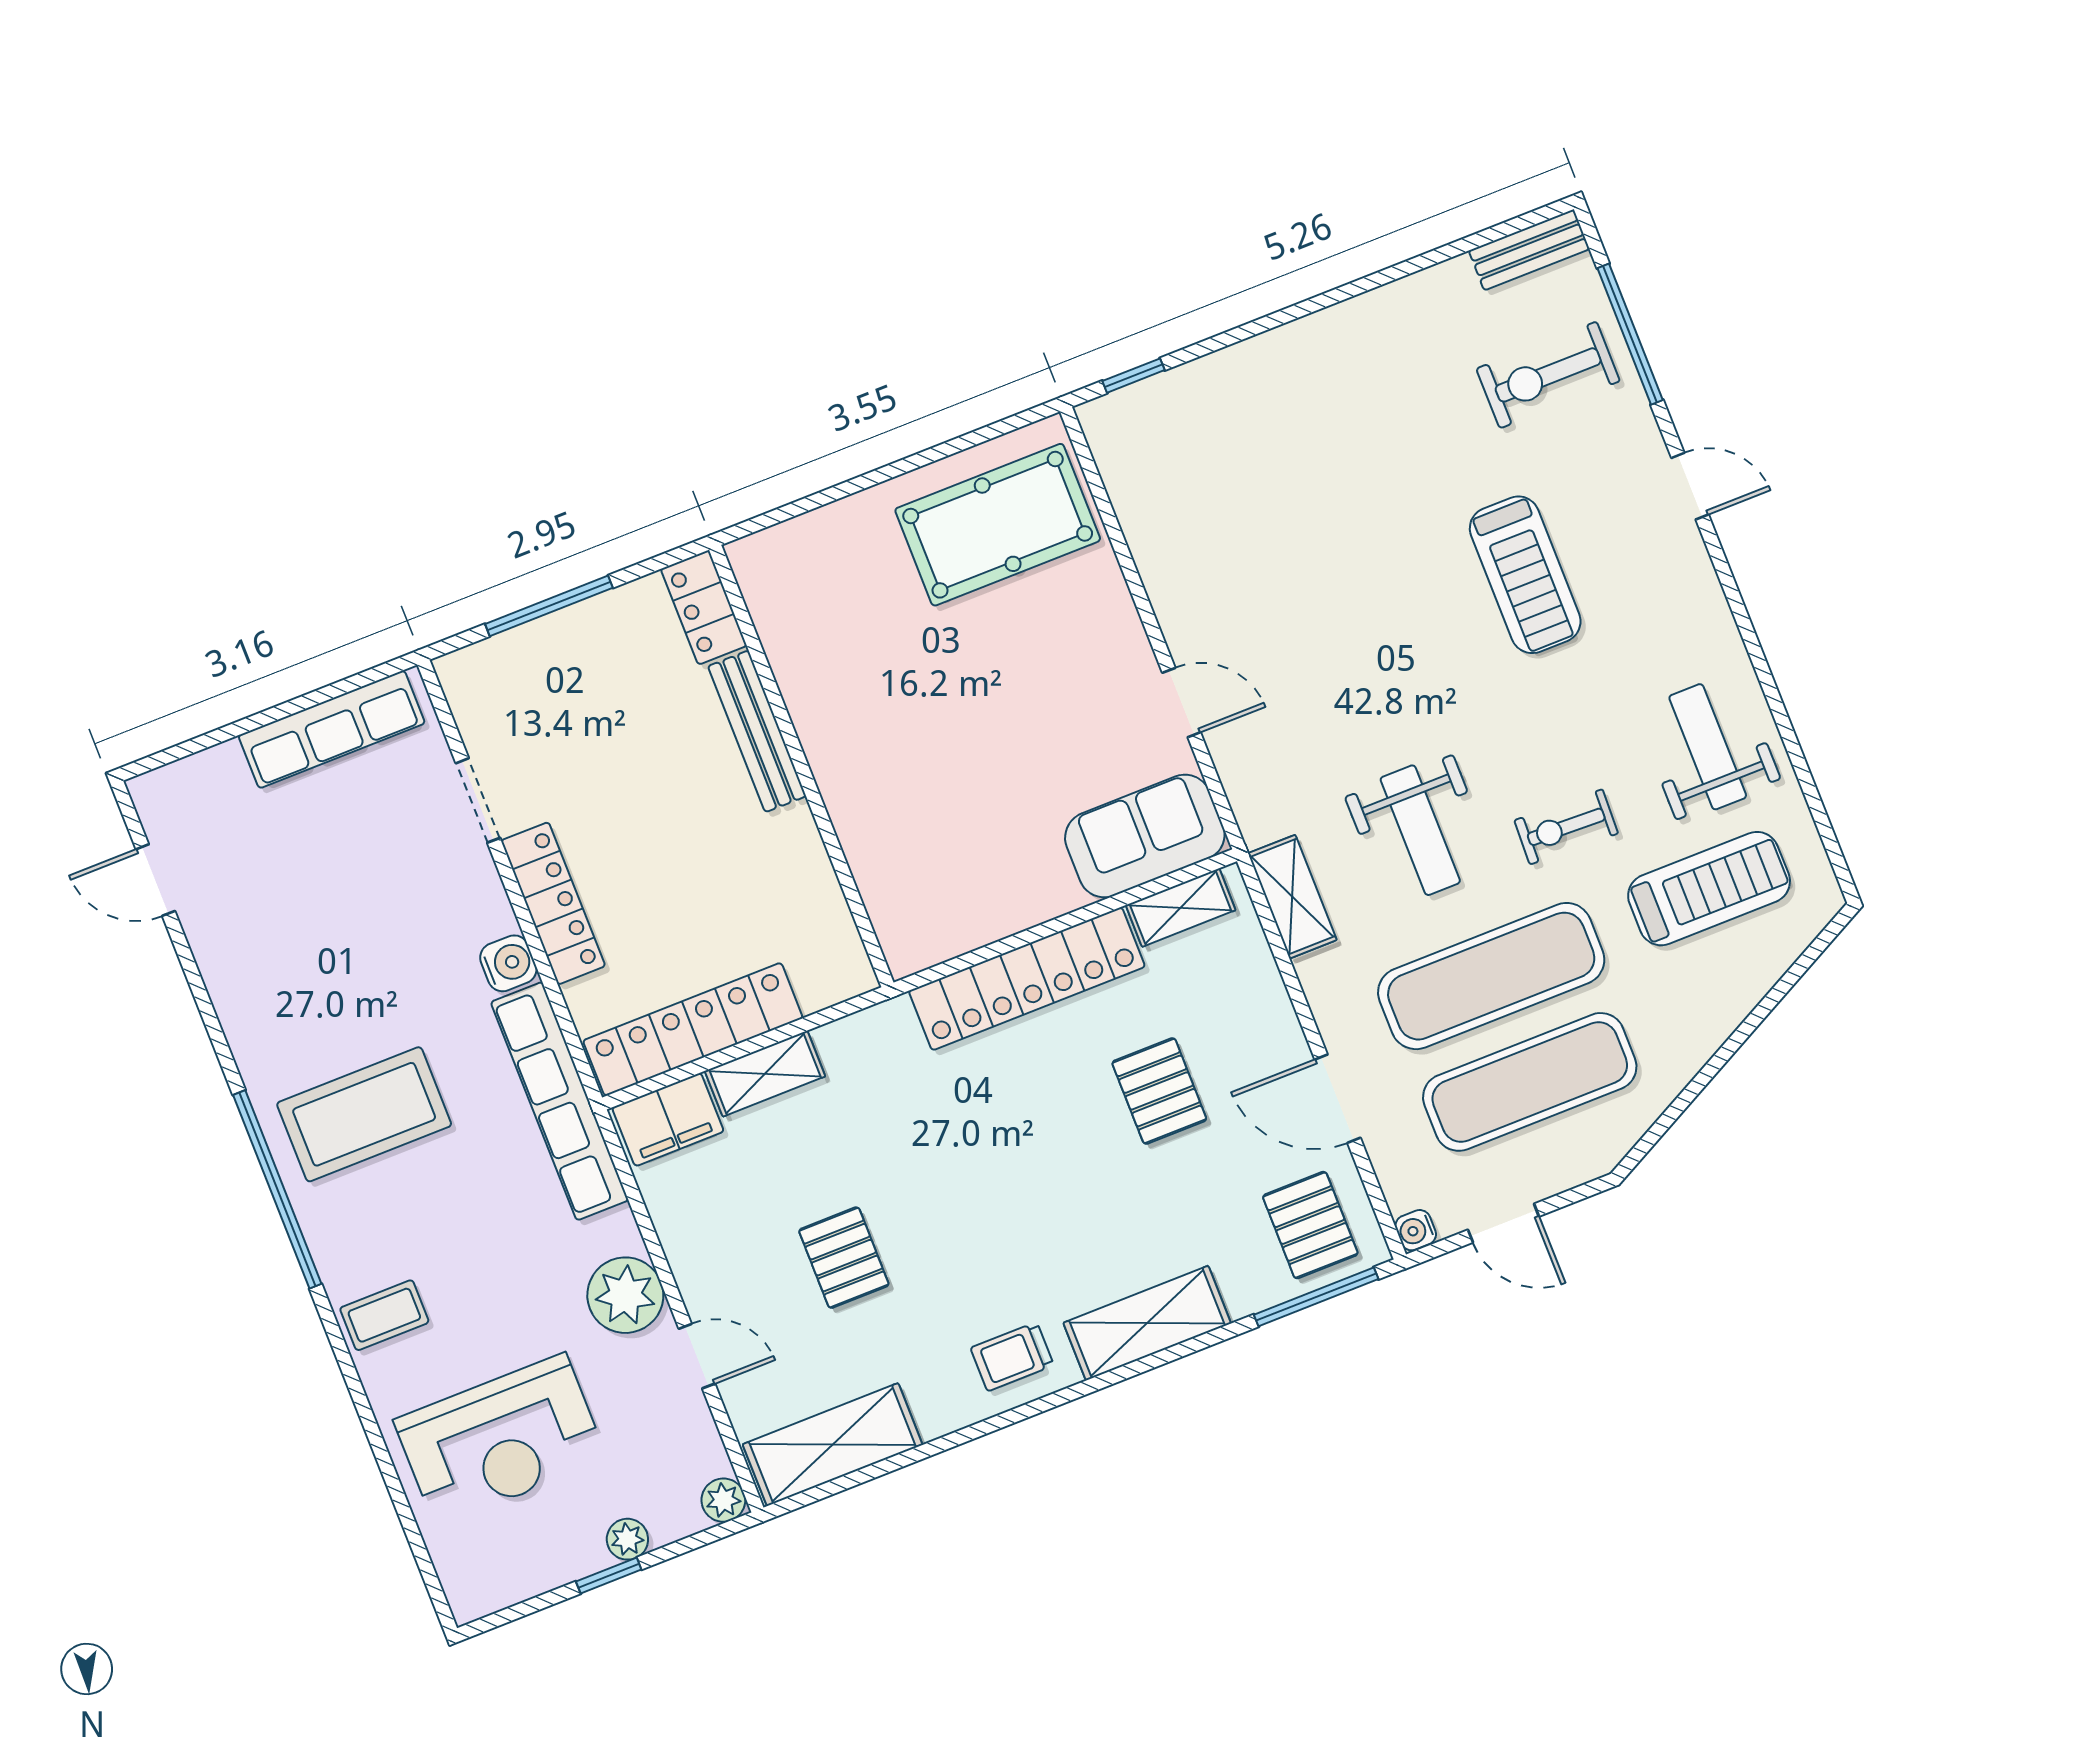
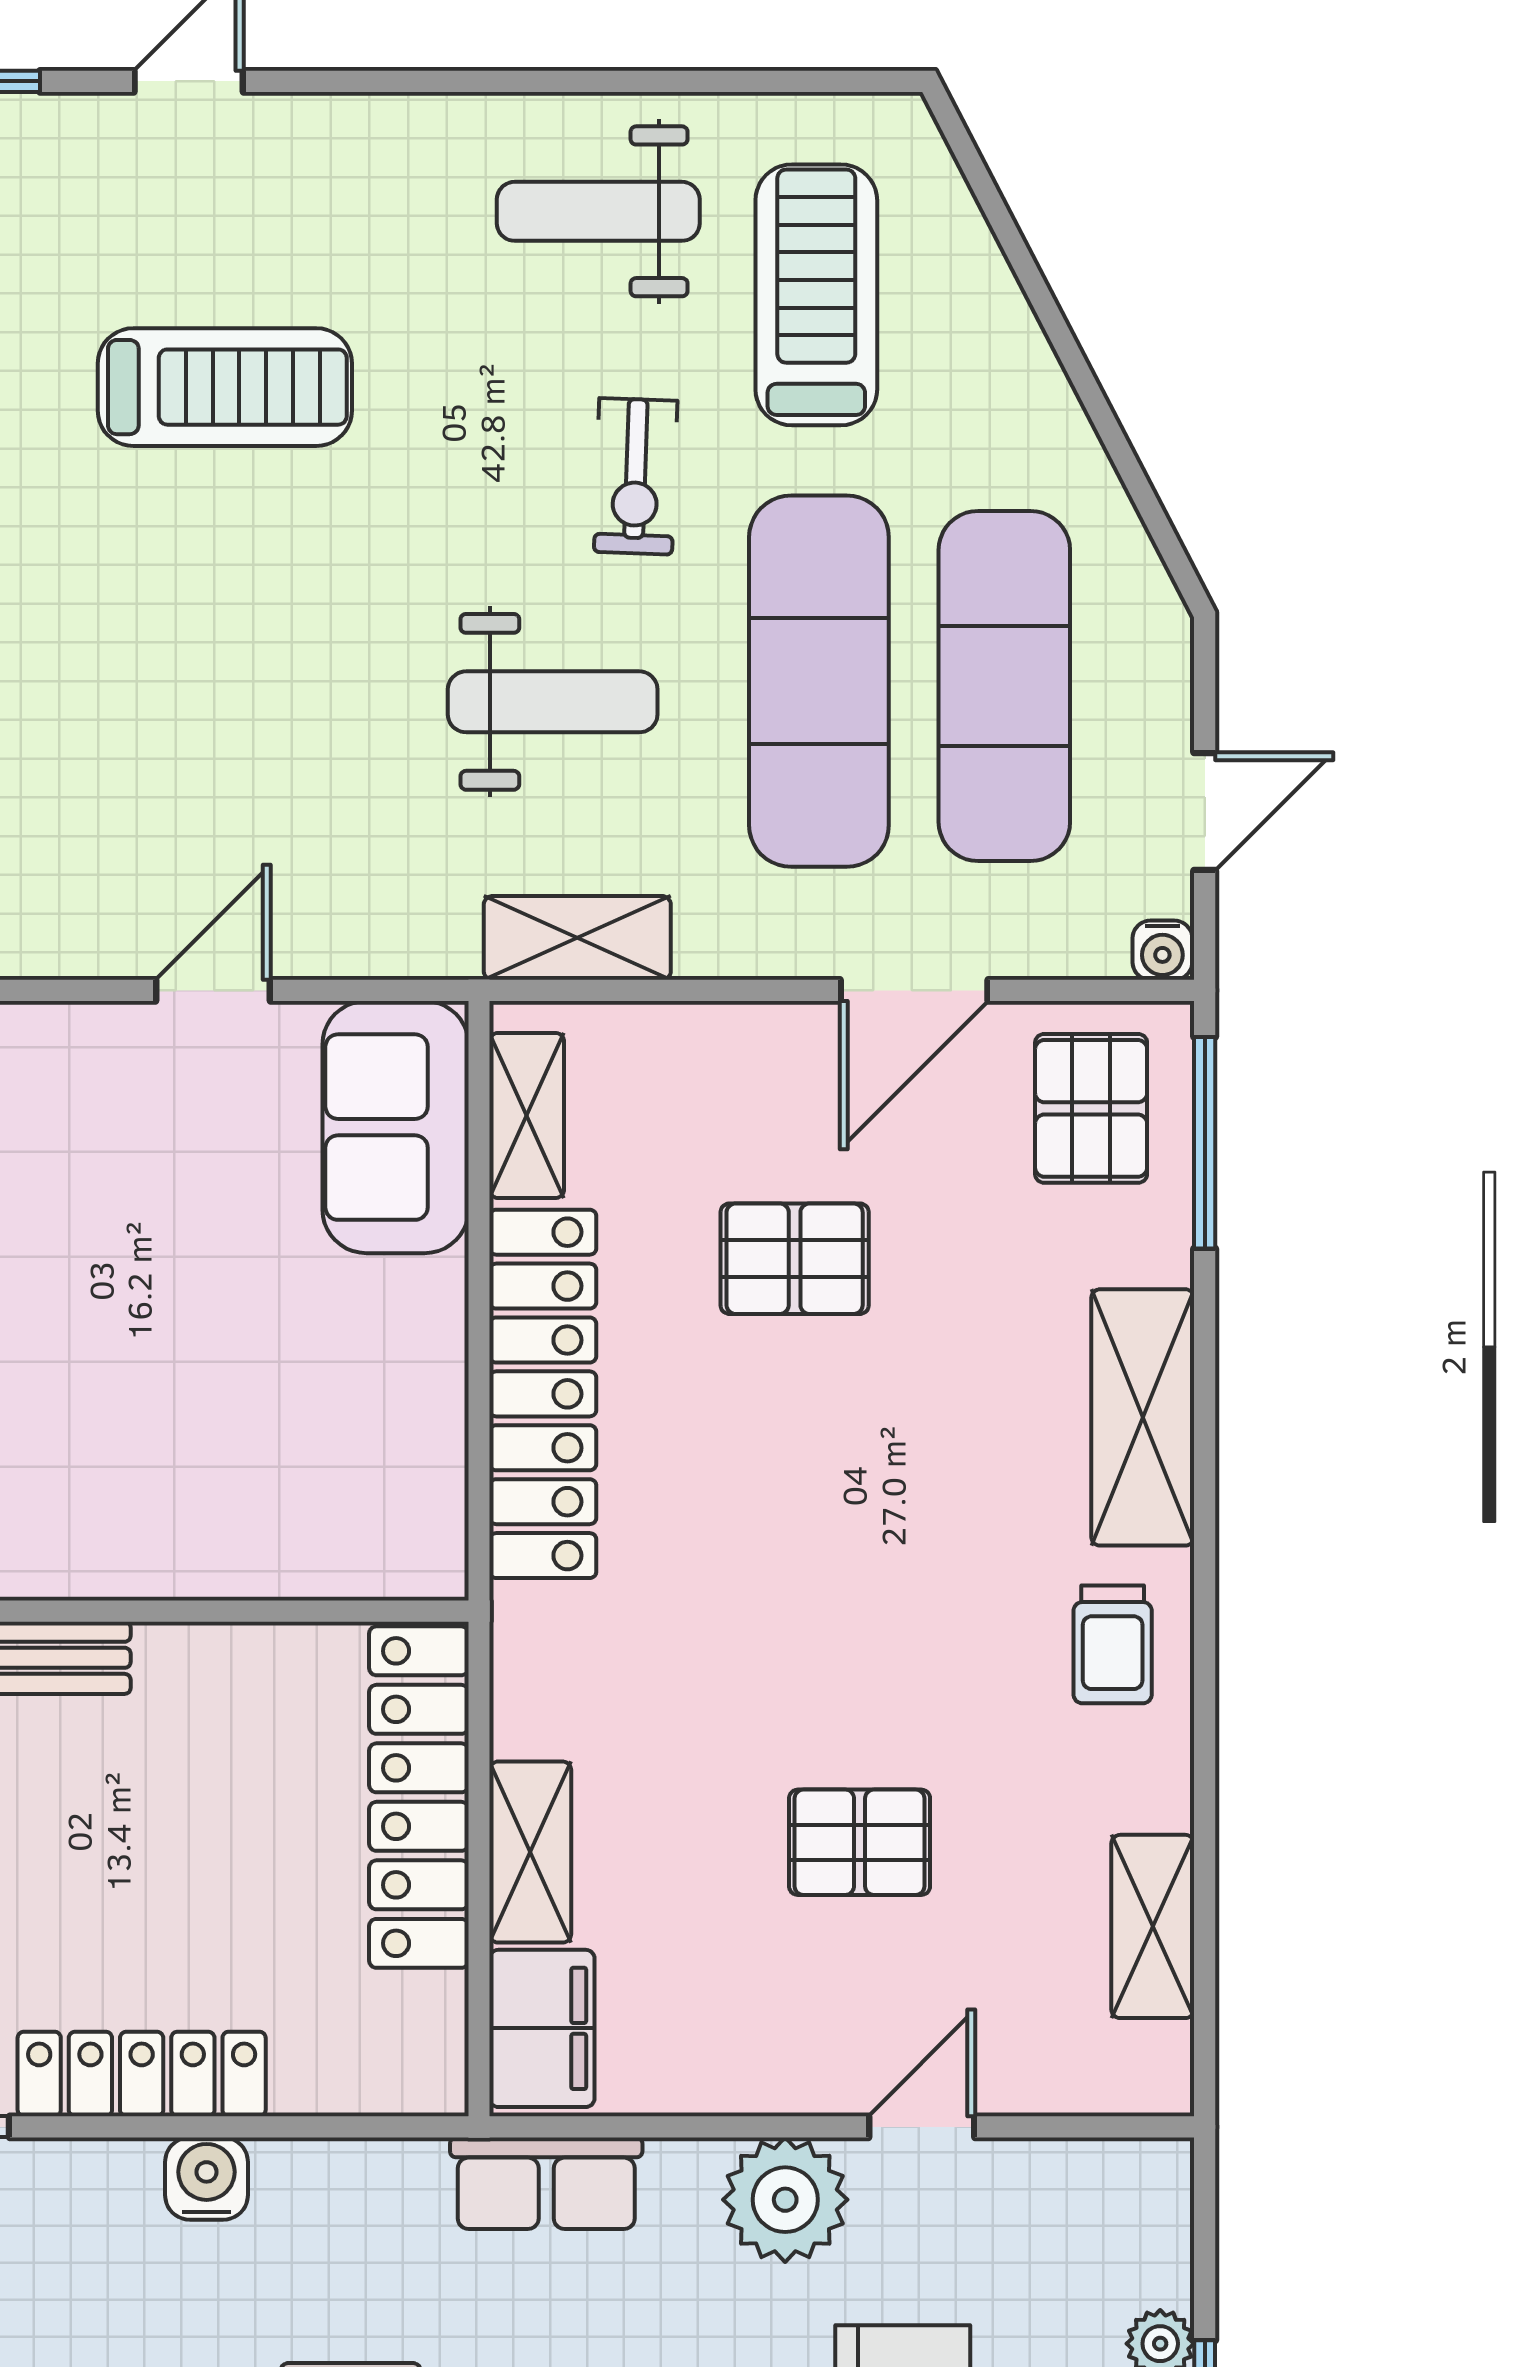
locker: (693, 1029) -> (419, 1797), moved
row of seats: (560, 1101) -> (546, 2183), width x0.50
pallet: (1310, 1225) -> (1091, 1108), turned 90
shelving: (833, 1445) -> (1153, 1926), width x0.67, depth x0.75
plant: (723, 1500) -> (1158, 2173), removed

